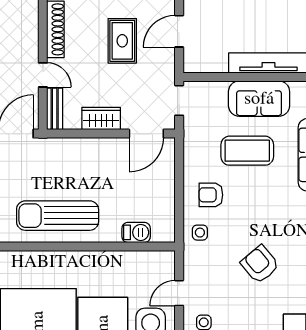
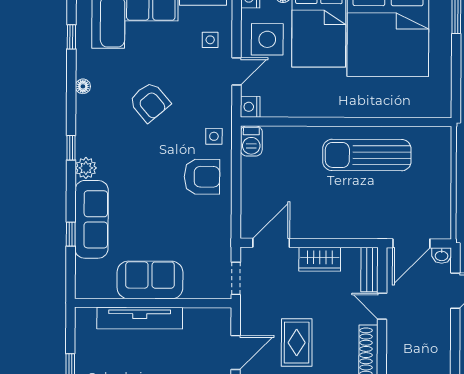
coffee table: (247, 151) -> (163, 224), removed
armchair: (211, 195) -> (202, 177), width x1.38, depth x1.38
sun lounger: (58, 216) -> (367, 155), turned 180
barbecue: (136, 232) -> (251, 141), moved, turned -90
nightstand: (166, 260) -> (250, 107), added

